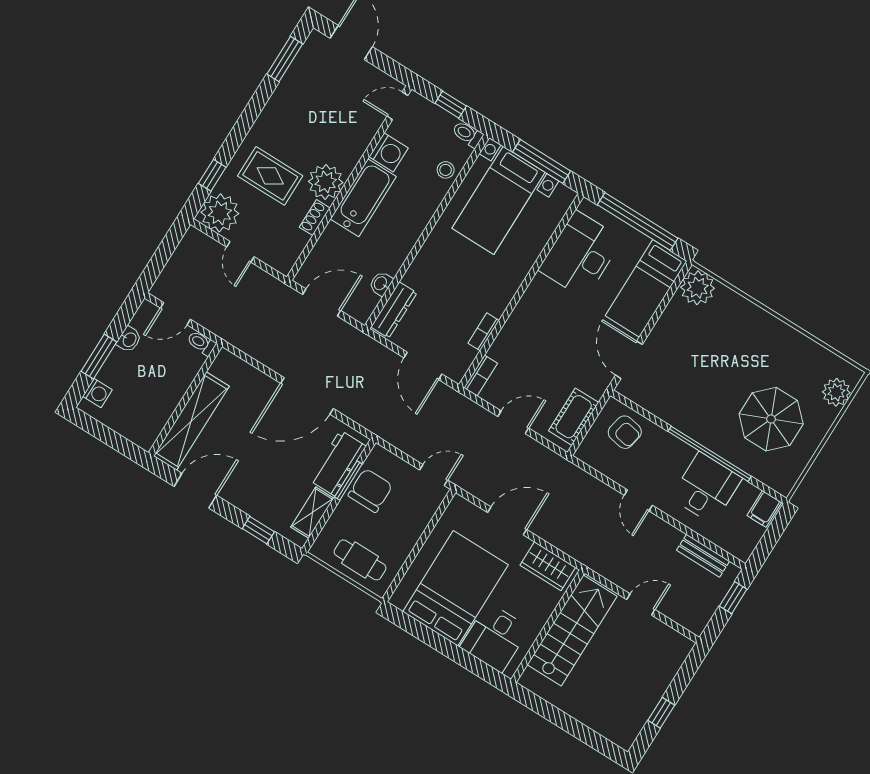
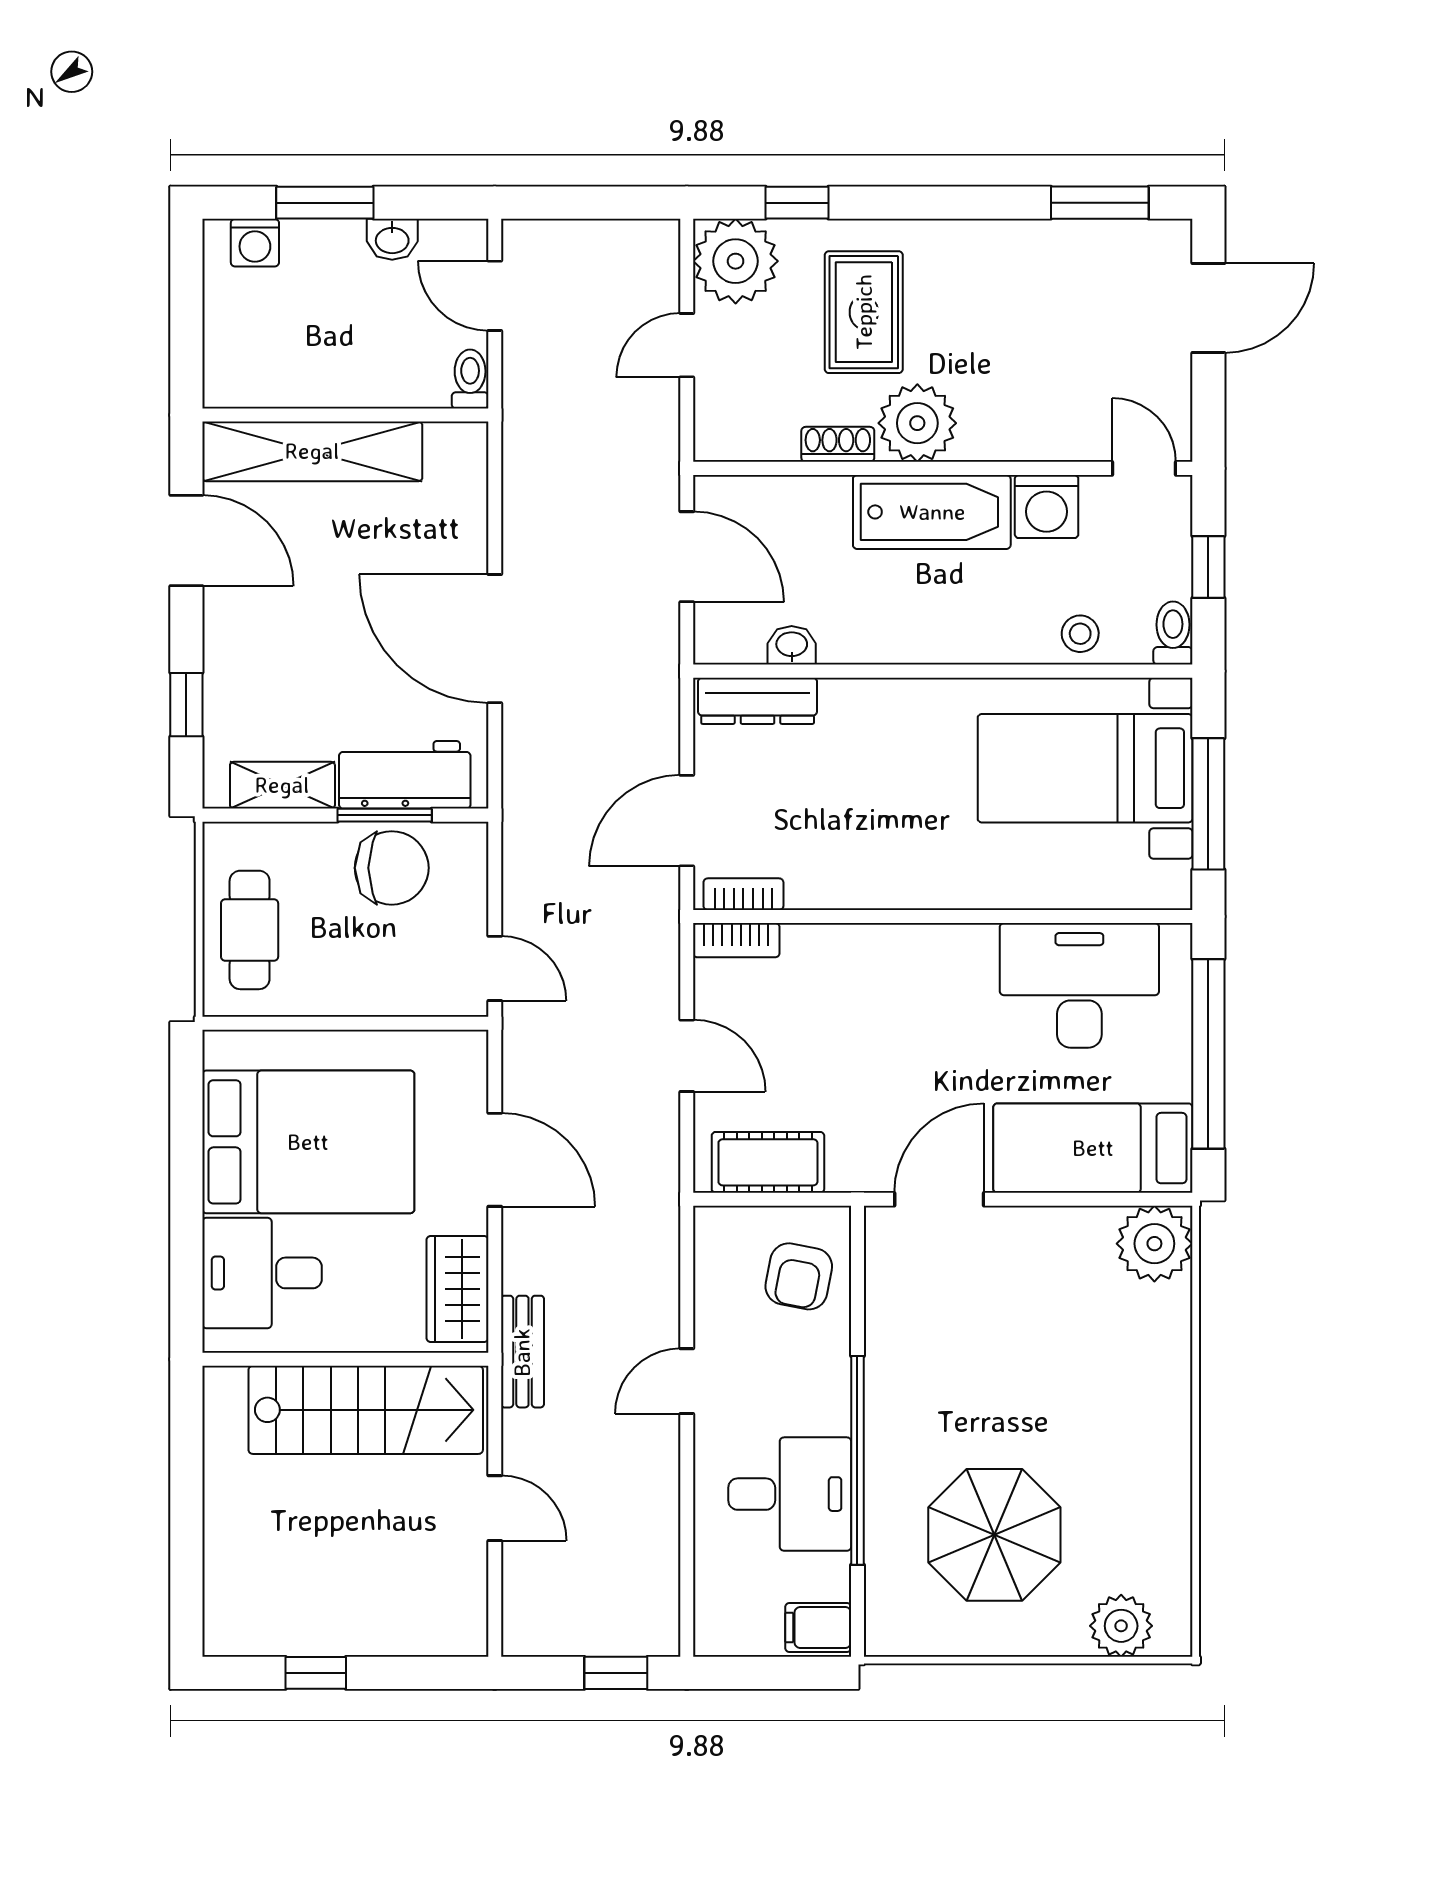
bookcase: (483, 332) -> (743, 894), moved
bench: (703, 556) -> (522, 1352), moved

